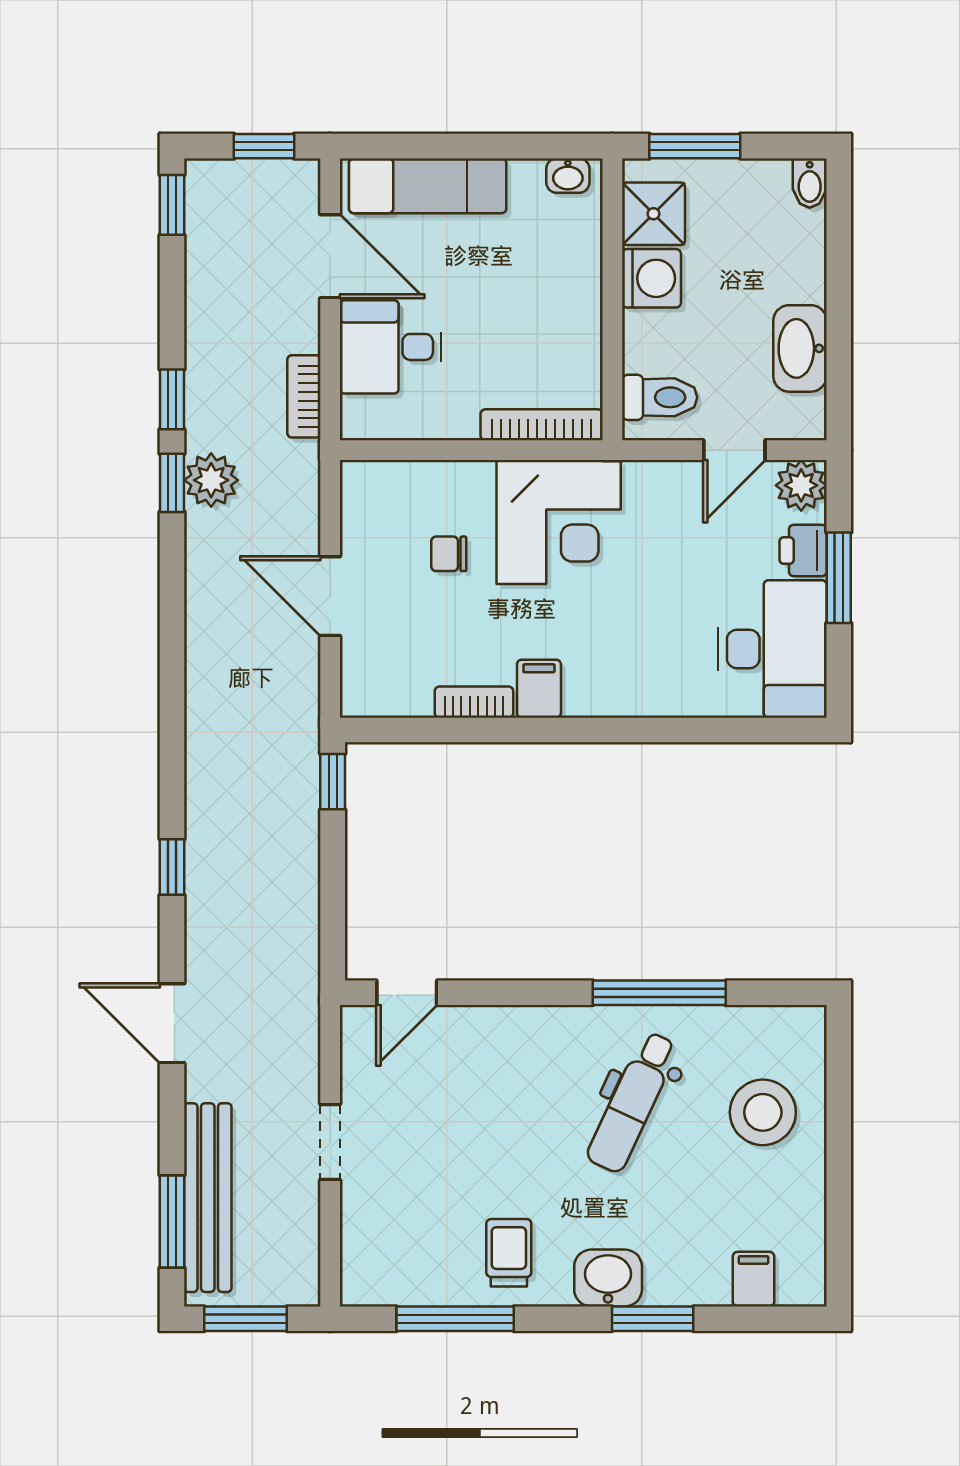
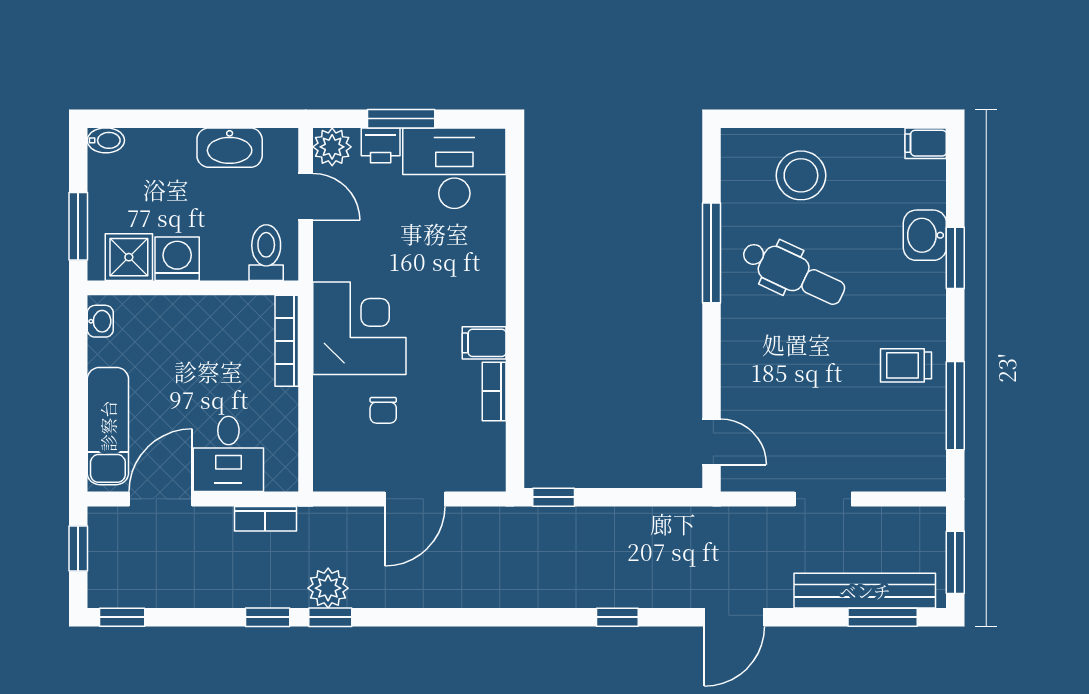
washbasin: (608, 1278) -> (925, 235), moved
filing cabinet: (754, 1279) -> (926, 143), moved

